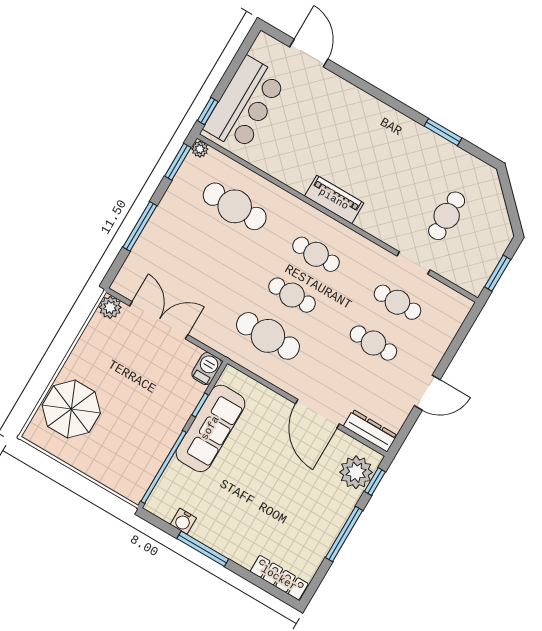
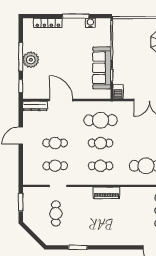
plant: (356, 472) -> (31, 60), moved
locker: (279, 578) -> (48, 23), moved

